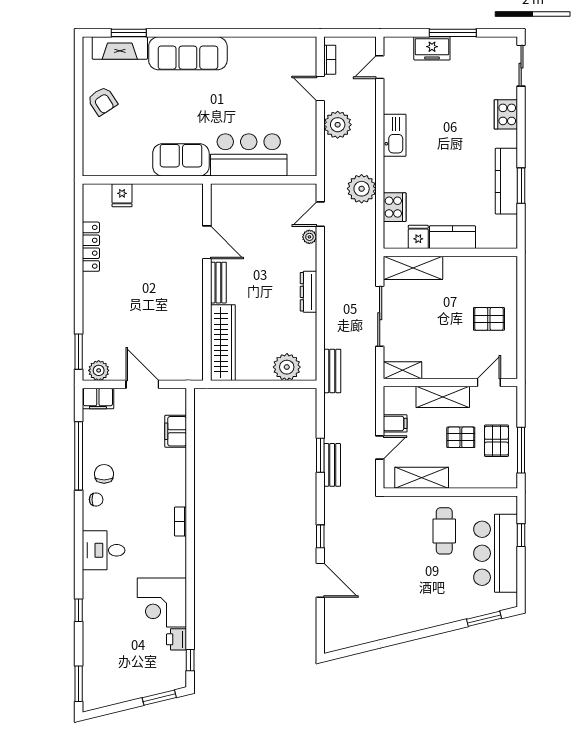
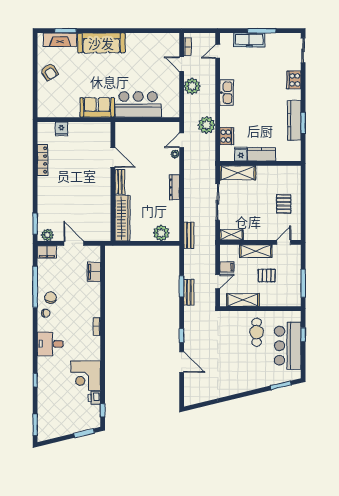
freezer: (432, 48) -> (249, 40), width x1.40
pallet: (489, 319) -> (284, 204), turned 90
pallet: (496, 441) -> (288, 278), removed

